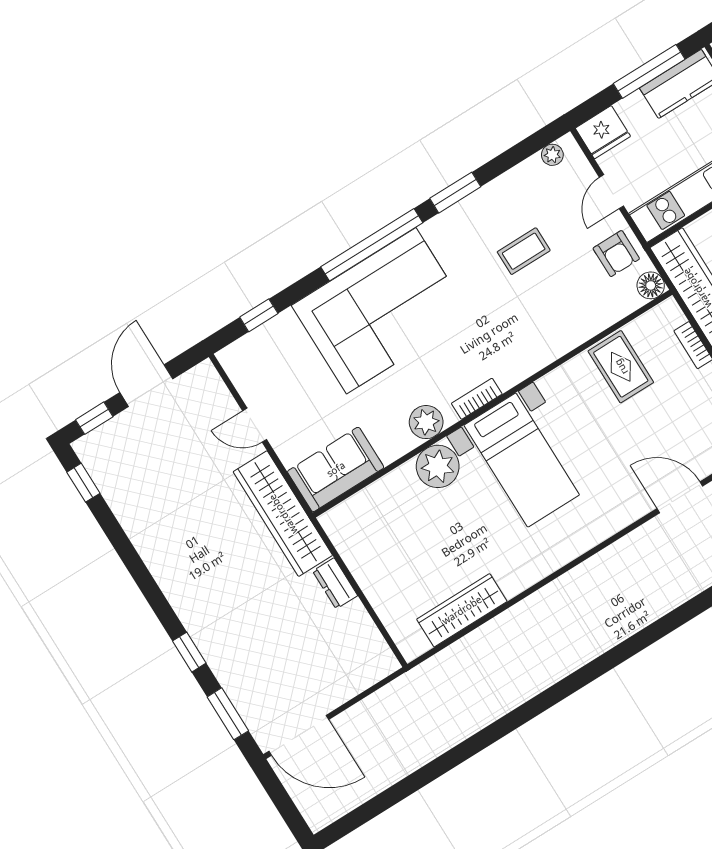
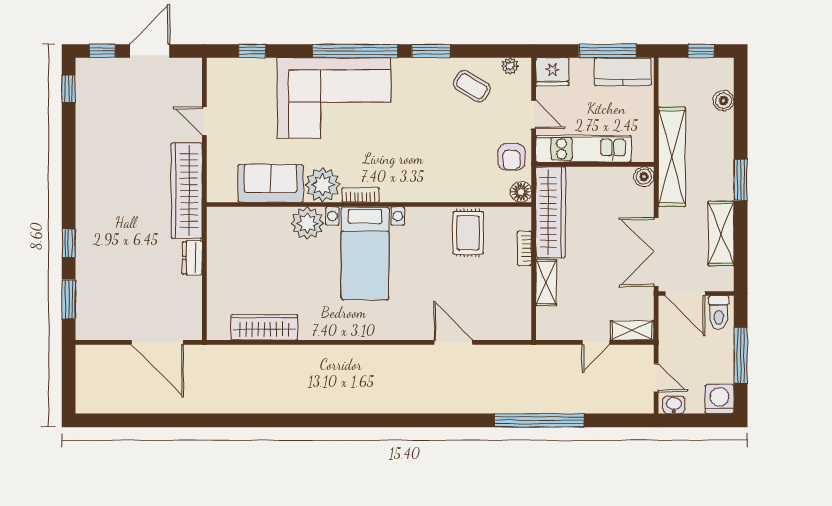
door: (612, 192) -> (534, 114), swing flipped
coffee table: (524, 251) -> (472, 86), moved, turned 31
plant: (426, 422) -> (323, 185), width x1.36, depth x1.36
sofa: (336, 469) -> (271, 183), moved
door: (299, 735) -> (157, 342), moved

